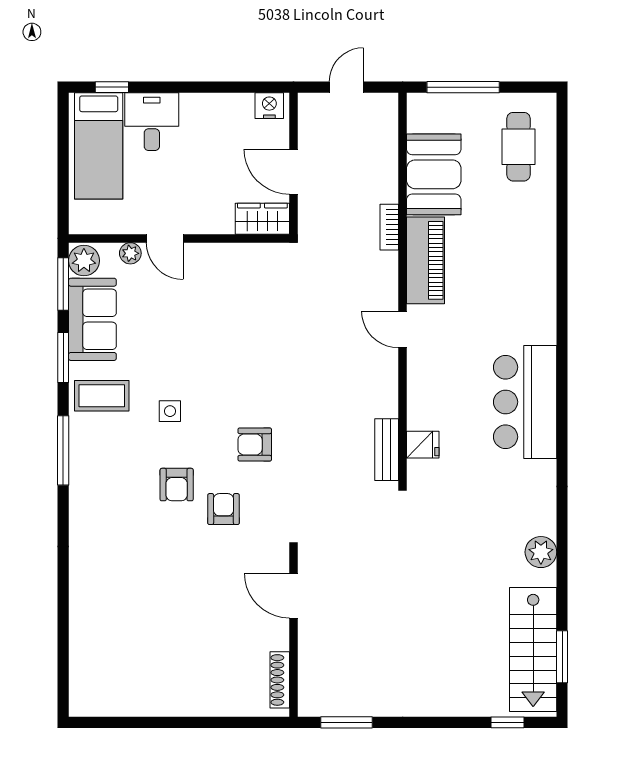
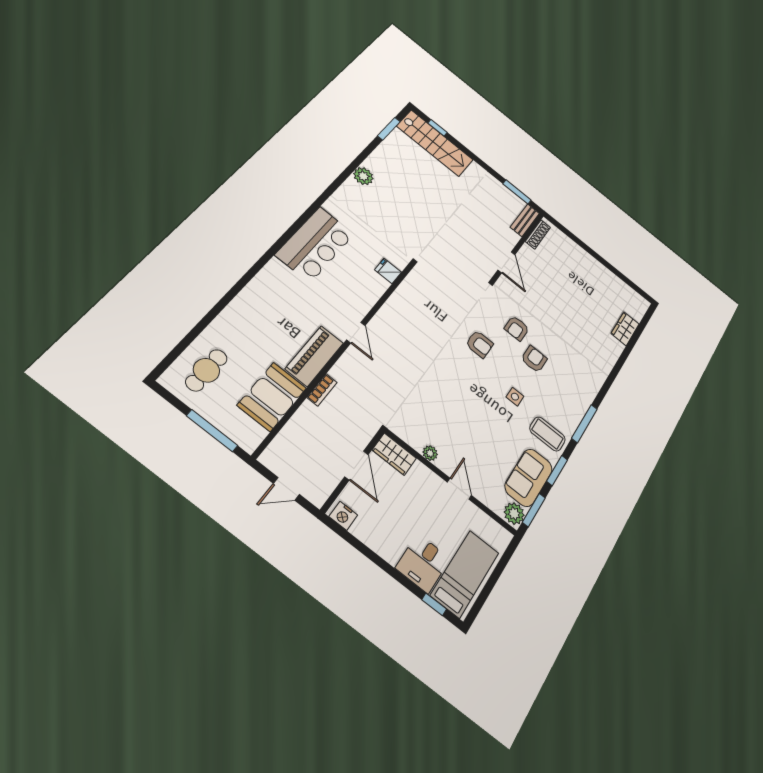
plant: (130, 253) -> (430, 453), moved
bench: (387, 450) -> (525, 220), moved
wardrobe: (84, 641) -> (625, 329), added
stairs: (533, 650) -> (435, 143), moved, turned 90

